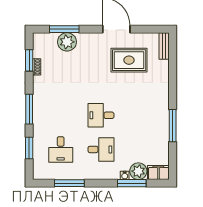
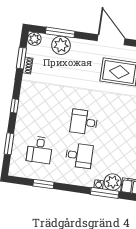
plant: (39, 39) -> (34, 39), added
window: (29, 109) -> (14, 106), width x0.46
window: (69, 183) -> (43, 184), width x0.69

